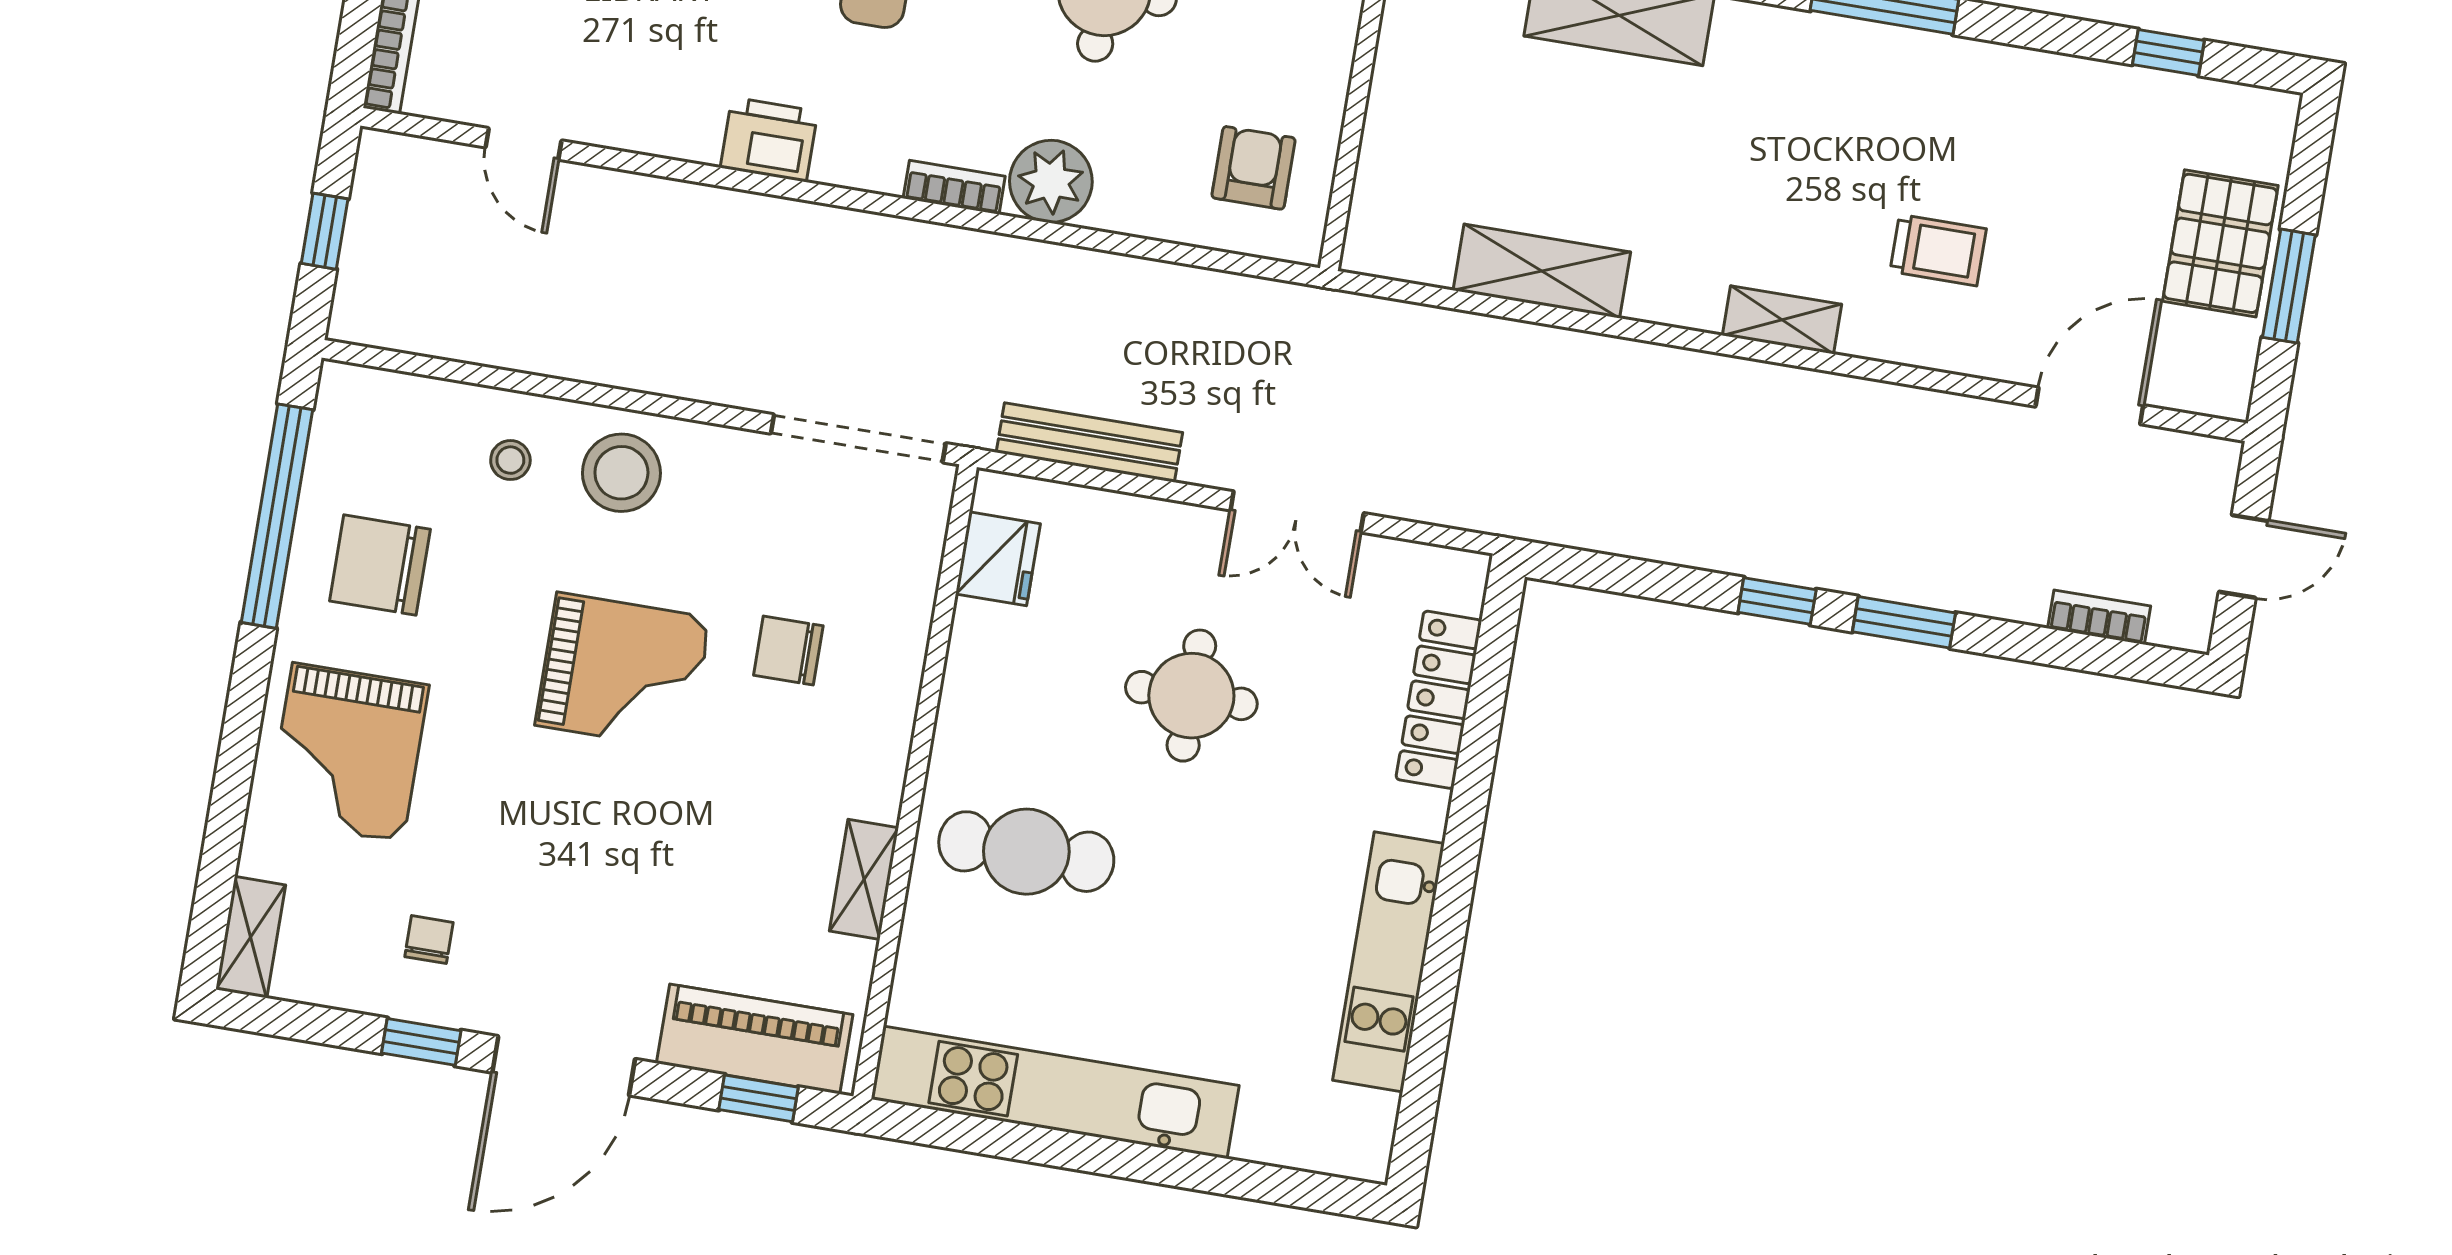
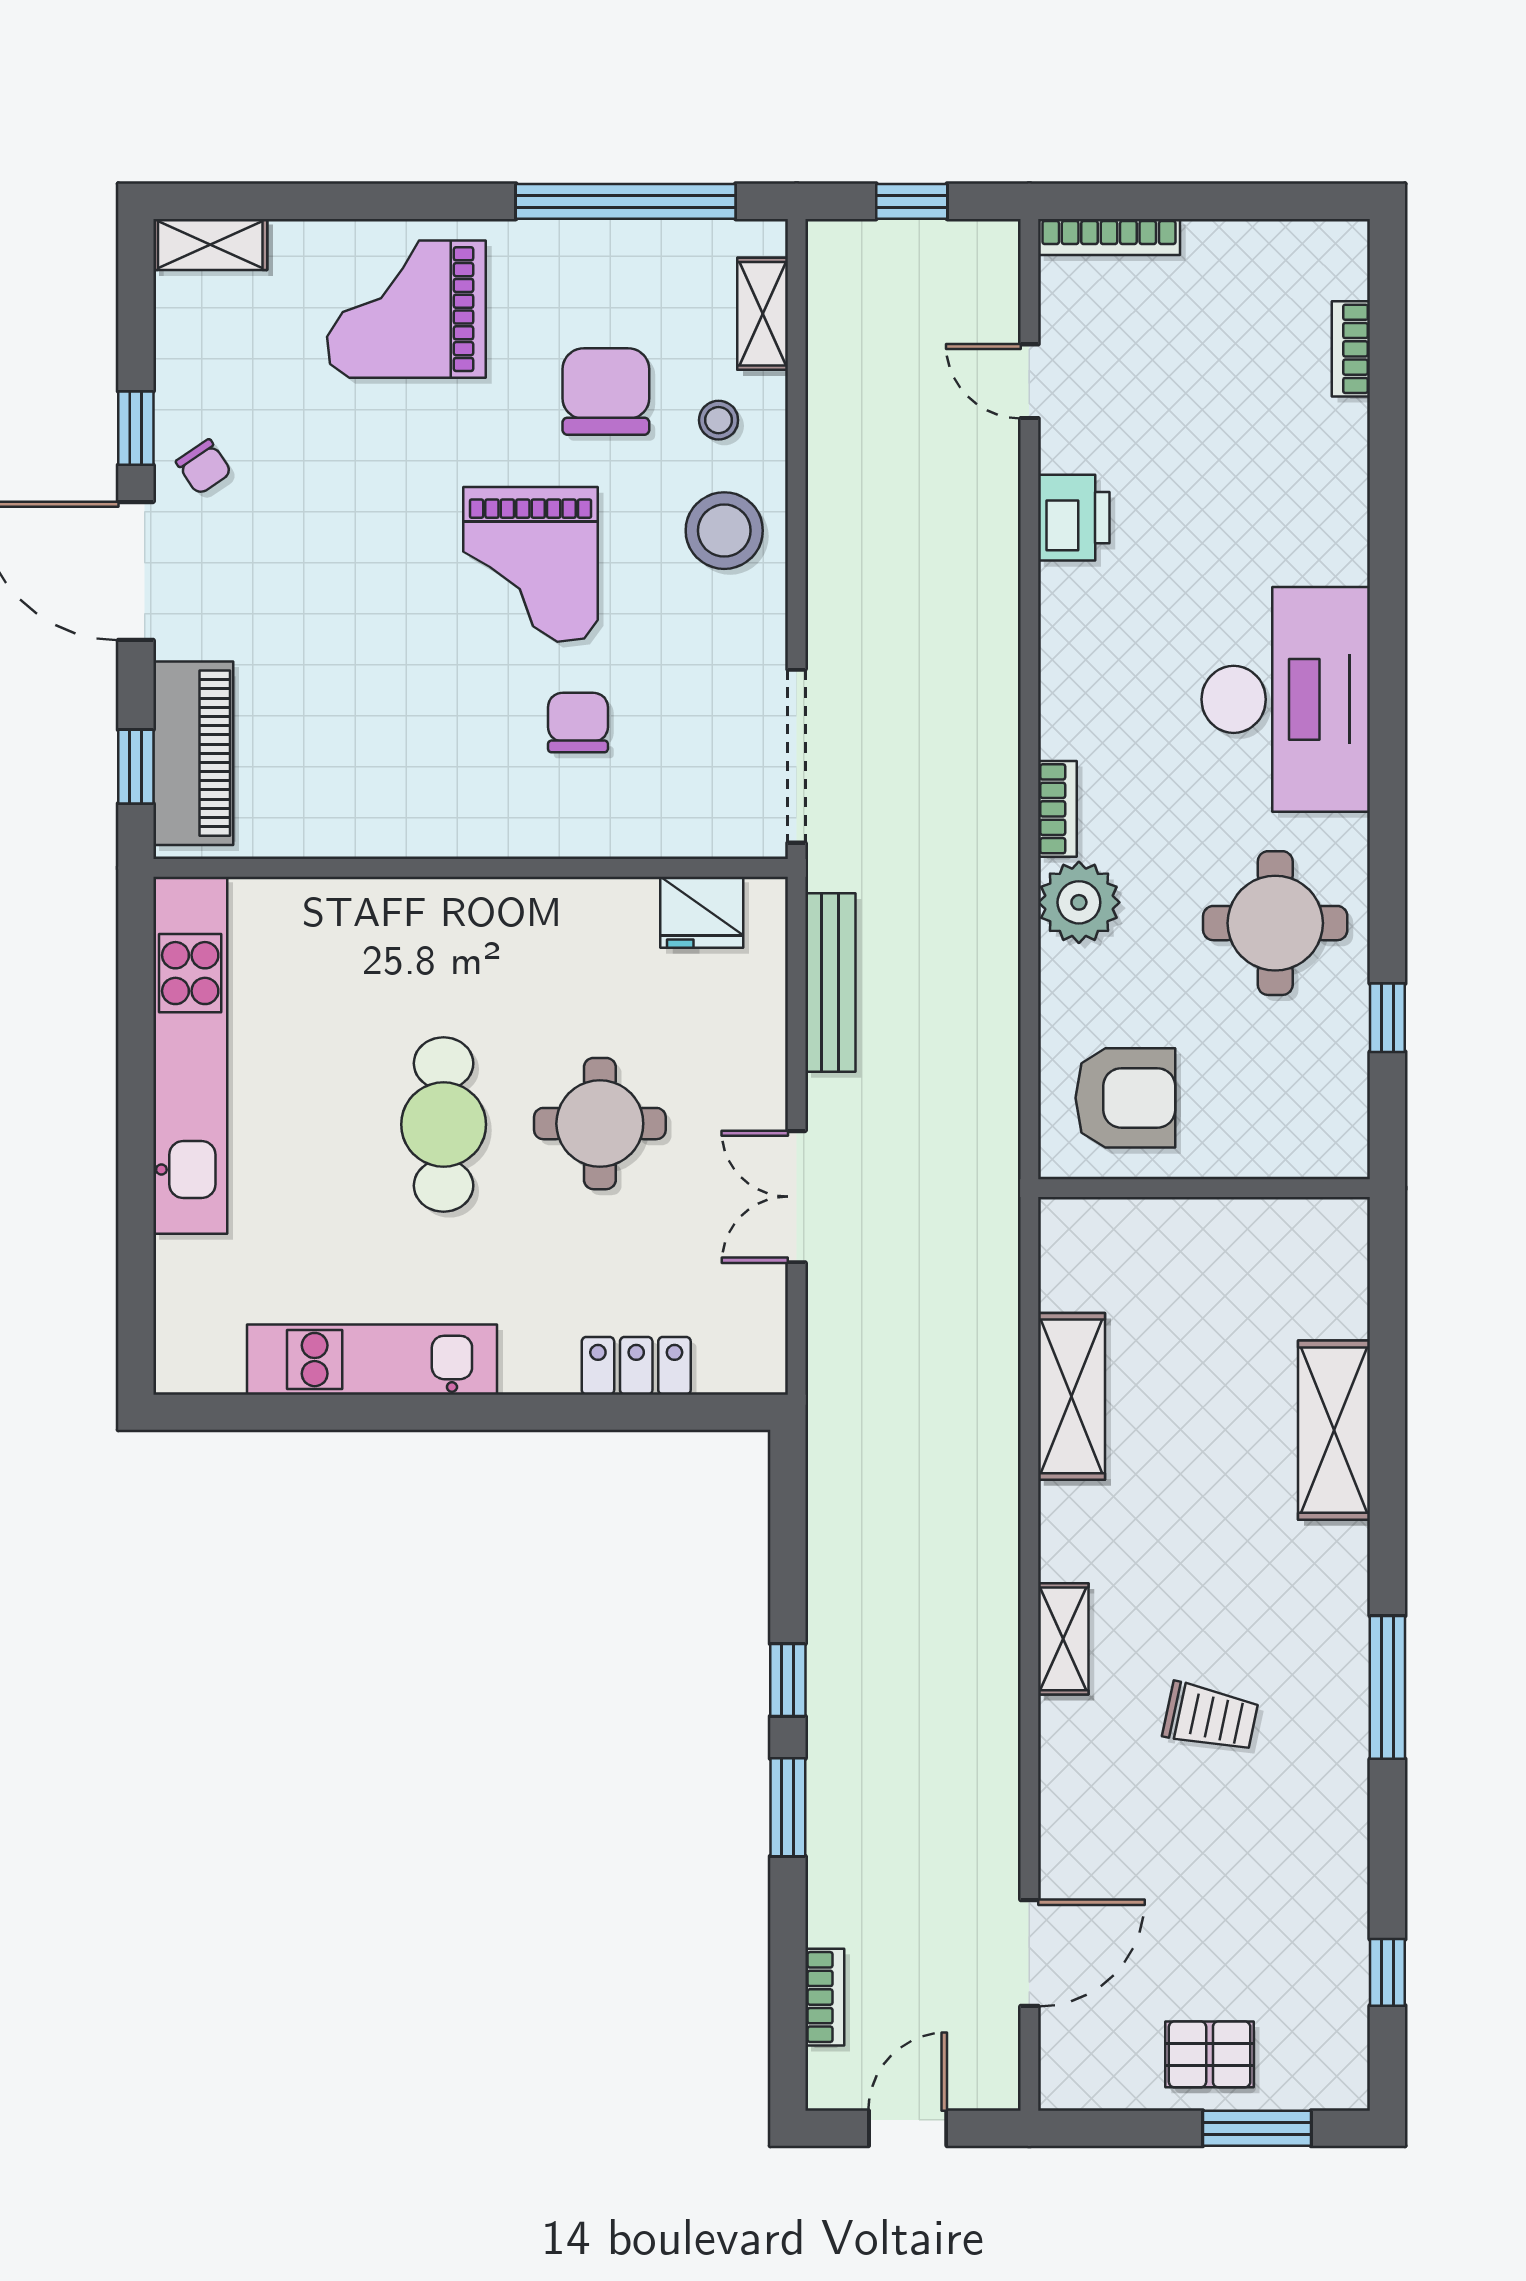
printer: (769, 140) -> (1074, 518), moved
door: (524, 144) -> (1029, 381), hinge flipped
armchair: (1254, 168) -> (1125, 1098), width x1.38, depth x1.38
pallet: (2220, 243) -> (1210, 2054), width x0.67, depth x0.71
trolley: (1938, 250) -> (1211, 1717), moved, turned -78
window: (2289, 286) -> (1257, 2128), moved
door: (2089, 406) -> (1029, 1953), hinge flipped
door: (2244, 556) -> (908, 2128), swing flipped
chair: (380, 565) -> (606, 392), moved
locker: (1439, 700) -> (636, 1366), width x0.66
cafe table: (1026, 852) -> (444, 1124), moved
shelving: (864, 879) -> (763, 314), moved, turned 90
chair: (429, 940) -> (204, 467), moved, turned 56

